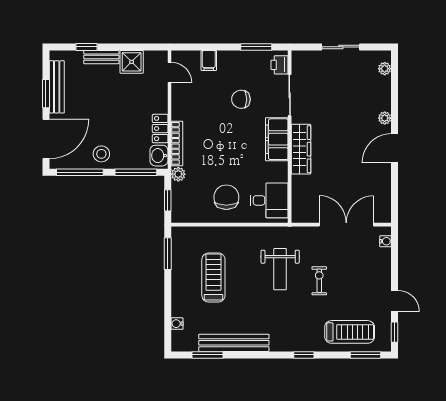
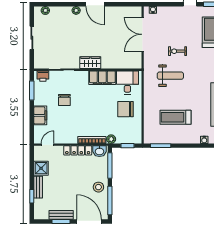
filing cabinet: (209, 60) -> (40, 115), width x2.00
bench: (57, 87) -> (61, 215), width x0.73
locker: (160, 129) -> (78, 150), width x1.53
filing cabinet: (277, 139) -> (102, 78), moved
wardrobe: (301, 149) -> (90, 63), width x0.67

